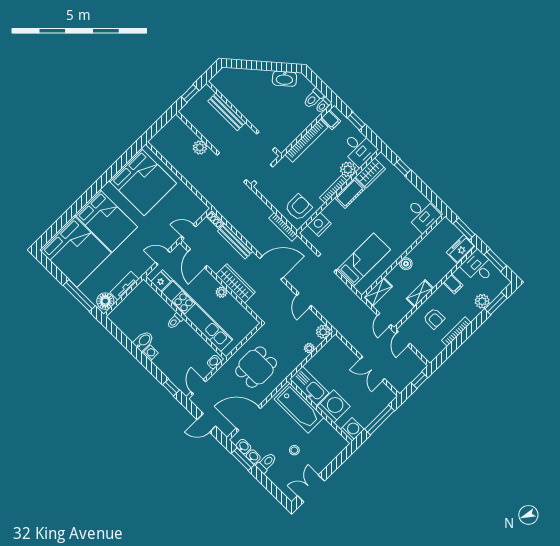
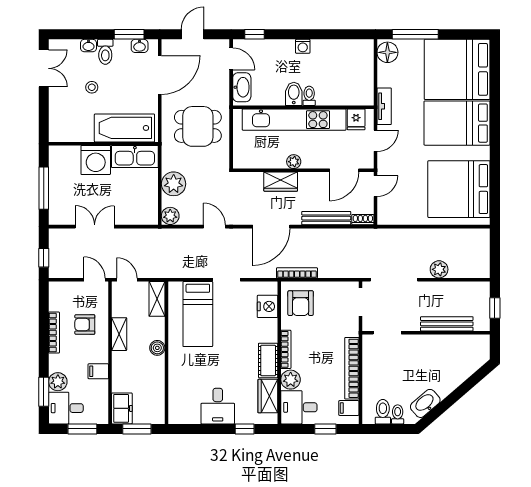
toilet: (323, 105) -> (398, 414), moved
desk: (422, 215) -> (218, 406), moved, turned -90
door: (198, 258) -> (344, 170), swing flipped
desk: (478, 267) -> (66, 408), moved, turned 180
wardrobe: (236, 283) -> (281, 182), width x0.67
tv unit: (124, 286) -> (384, 106), moved
bidet: (144, 341) -> (294, 94), moved, turned 180
plant: (309, 348) -> (174, 184), width x1.87, depth x1.87
washbasin: (214, 362) -> (242, 87), width x1.91, depth x1.45
dining table: (256, 367) -> (198, 126), turned 90
washing machine: (352, 429) -> (59, 156), removed
washbasin: (253, 457) -> (89, 46), moved

